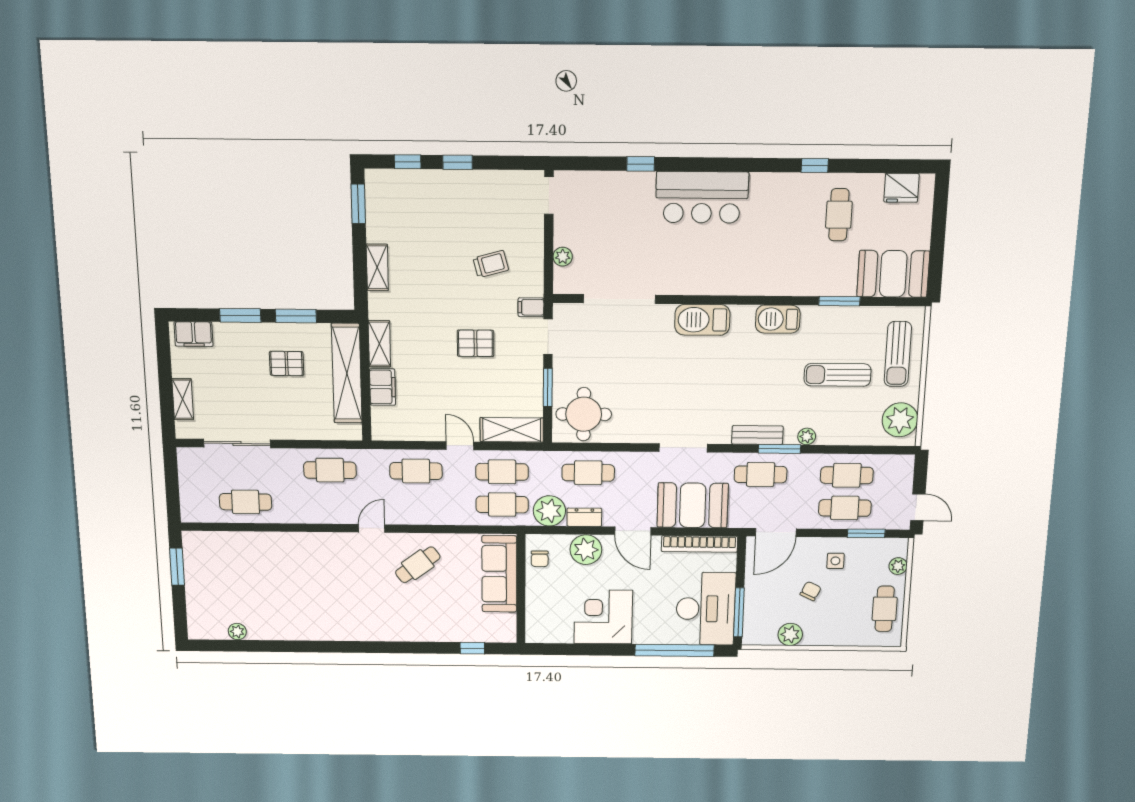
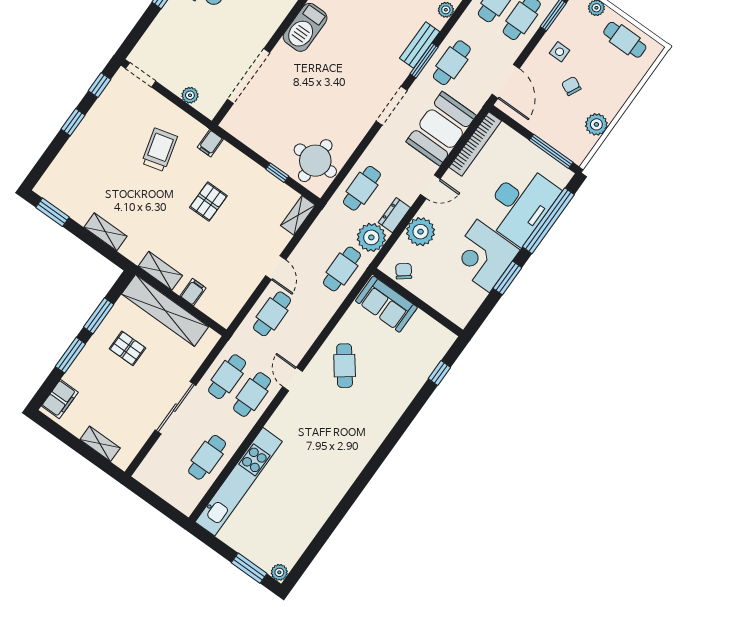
window: (408, 162) -> (99, 85), moved
trolley: (491, 264) -> (159, 150), width x1.36, depth x1.39
doorway: (548, 337) -> (240, 146), removed
pallet: (287, 363) -> (127, 348), turned 90
filing cabinet: (382, 387) -> (193, 292), width x0.50
window: (548, 387) -> (277, 173), width x0.67
shelving: (512, 430) -> (298, 215), width x0.67, depth x0.75
sliding door: (237, 443) -> (175, 408), moved
door: (460, 446) -> (276, 268), swing flipped
window: (779, 449) -> (424, 61), moved
cafe table: (502, 472) -> (252, 395), moved
door: (633, 531) -> (430, 187), width x0.73
kitchen unit: (246, 544) -> (239, 482), added
chair: (540, 559) -> (404, 271), turned -128
window: (177, 567) -> (249, 568), moved
sofa: (499, 574) -> (386, 304), width x0.73
desk: (706, 609) -> (520, 204), moved, turned 90
plant: (237, 632) -> (279, 572), moved
window: (598, 650) -> (507, 278), added

